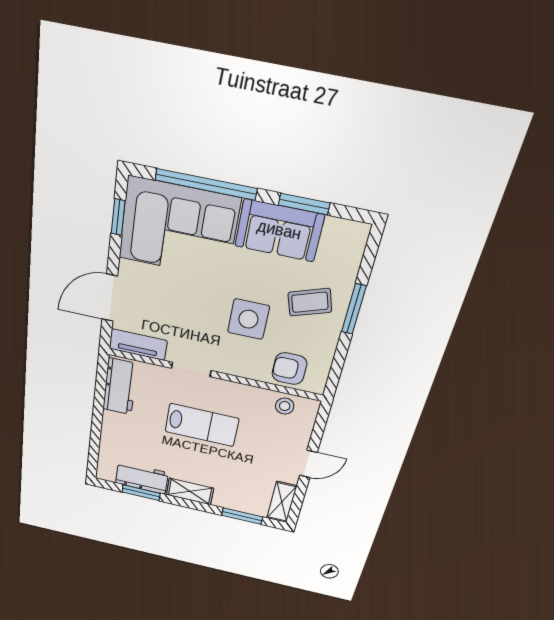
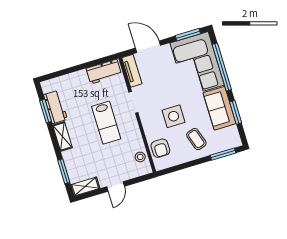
window: (118, 217) -> (188, 35), width x1.50
window: (354, 309) -> (223, 154), moved
armchair: (289, 369) -> (160, 148), turned 180
door: (308, 464) -> (116, 187), hinge flipped

